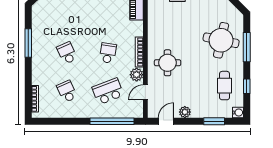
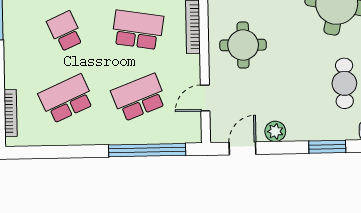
school desk: (108, 53) -> (138, 30), width x1.85
plant: (137, 75) -> (189, 67), removed
school desk: (67, 91) -> (66, 99), width x1.85

